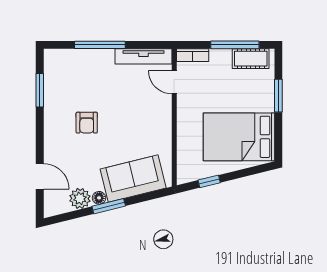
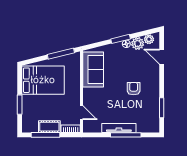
tv unit: (144, 56) -> (119, 128), moved
cot: (251, 59) -> (49, 127), moved
sofa: (133, 179) -> (93, 69), moved, turned -76
window: (209, 181) -> (61, 54), width x2.17
plant: (61, 206) -> (149, 39), added

